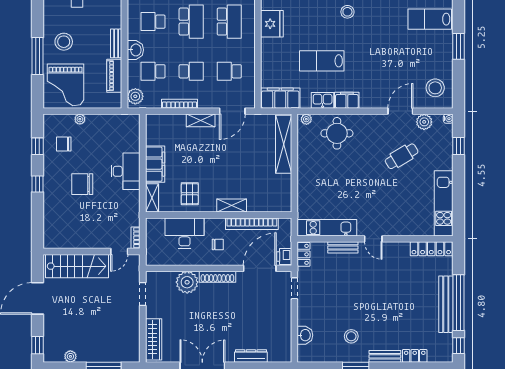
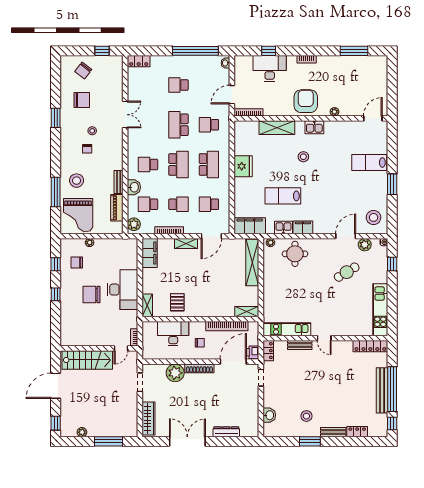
filing cabinet: (155, 164) -> (150, 253), moved
desk: (126, 171) -> (123, 290), width x1.36, depth x1.30
shelving: (232, 206) -> (247, 312), moved

